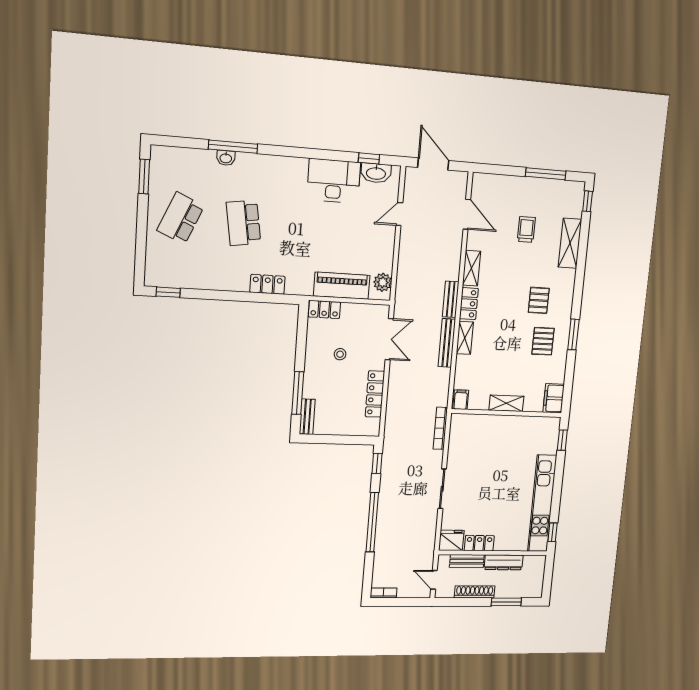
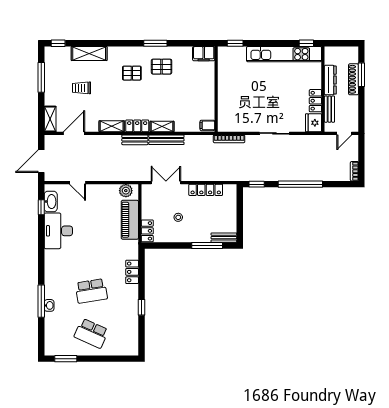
window: (168, 292) -> (141, 307), moved
shelving: (506, 403) -> (50, 119), moved
shoe rack: (475, 592) -> (354, 79), moved

